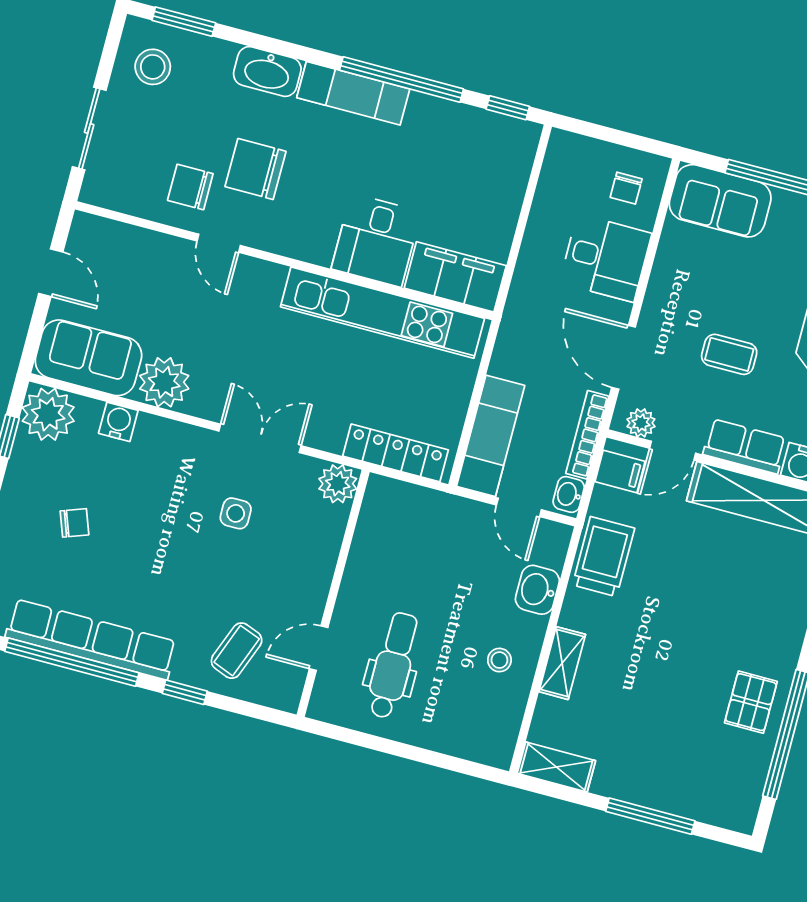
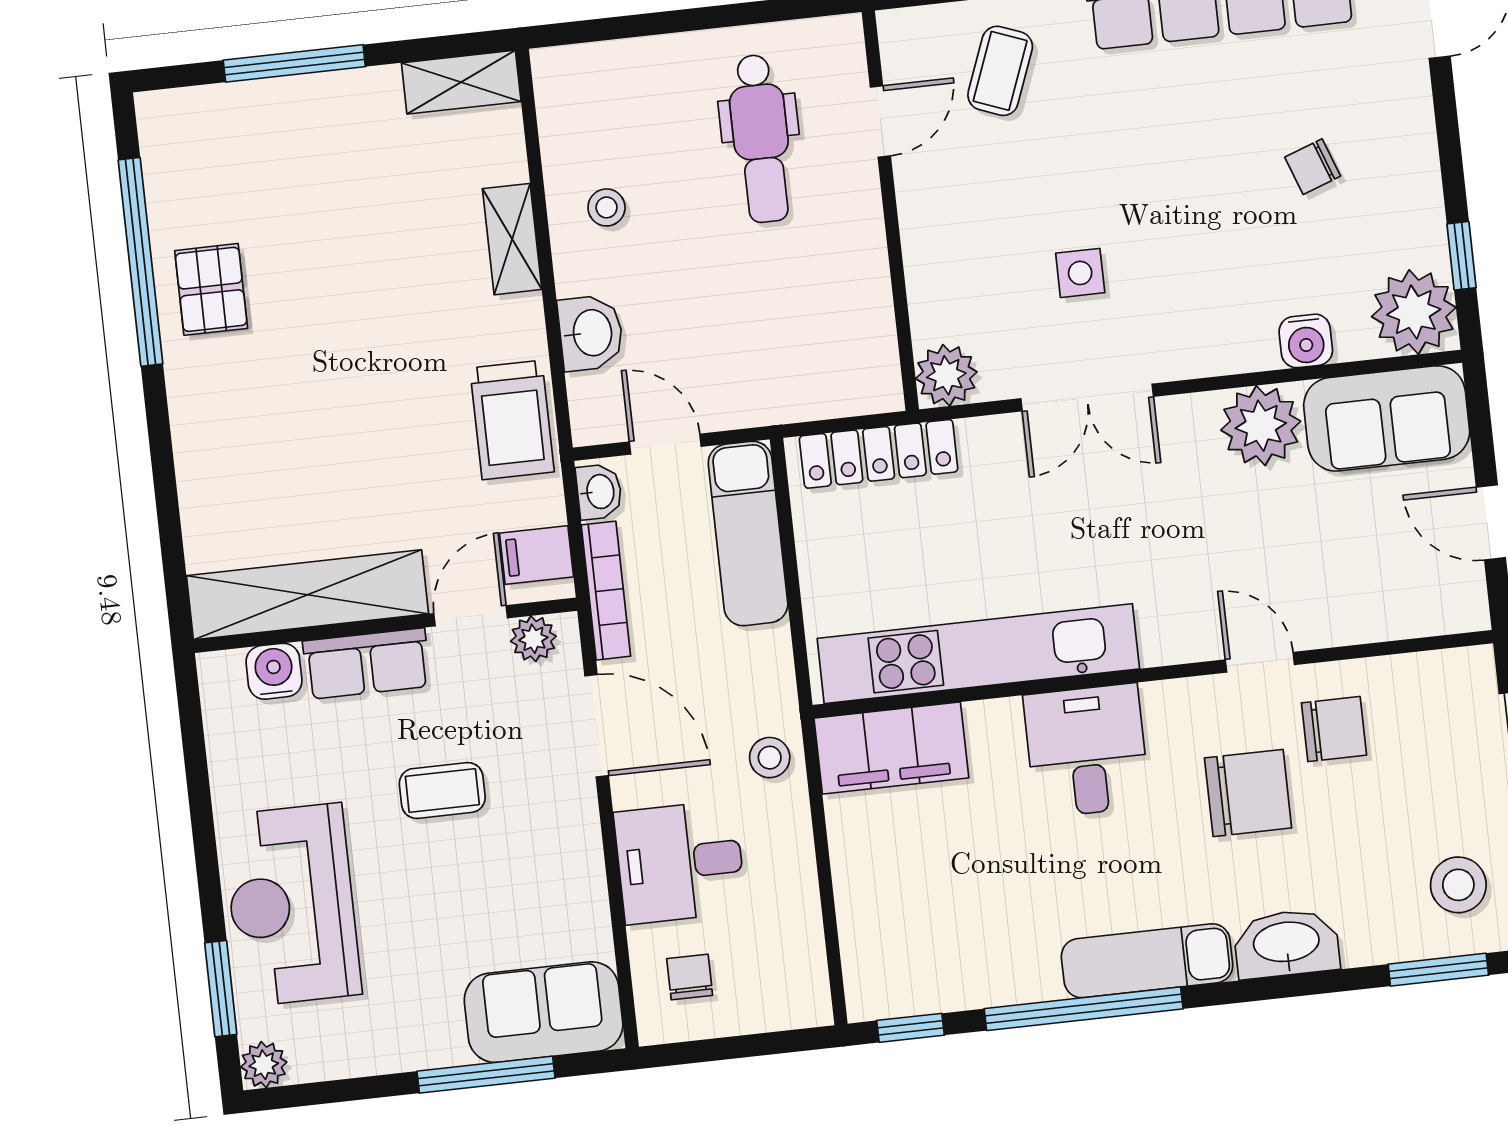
desk: (376, 240) -> (1087, 751), moved
stool: (529, 299) -> (770, 758), added

